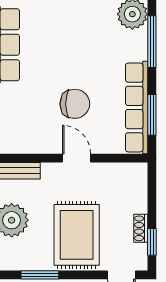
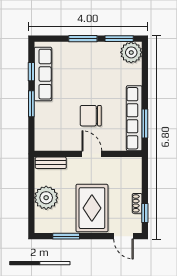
window: (152, 42) -> (145, 72), removed
chair: (75, 104) -> (91, 116), turned 180

